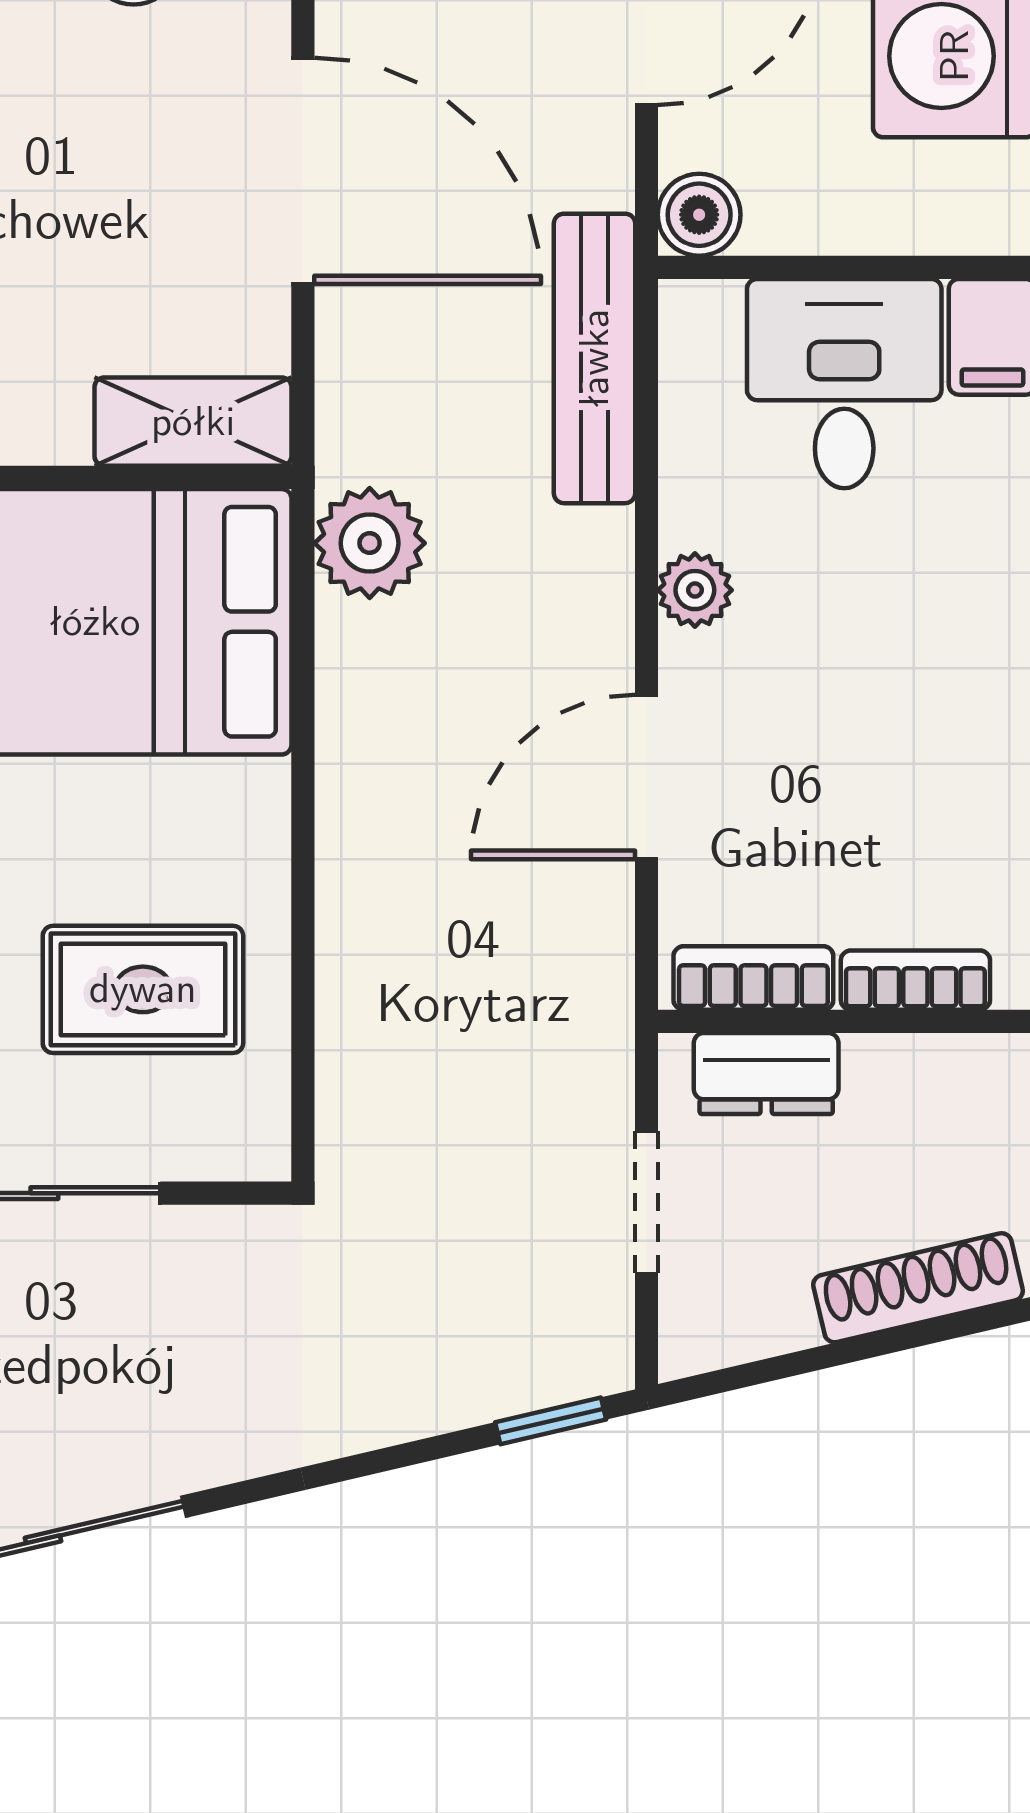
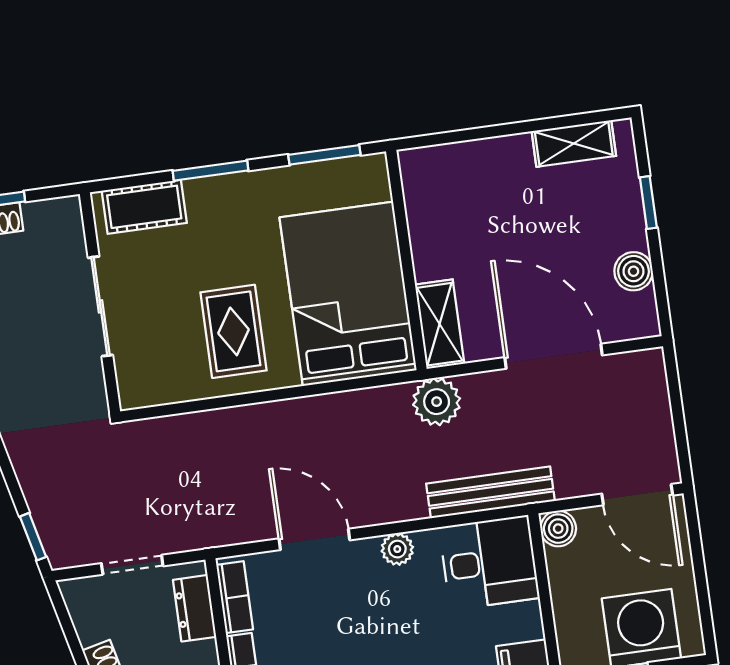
door: (303, 171) -> (553, 356), swing flipped
desk: (844, 384) -> (489, 563), moved
plant: (370, 543) -> (437, 402), moved
rug: (143, 989) -> (233, 331), moved

